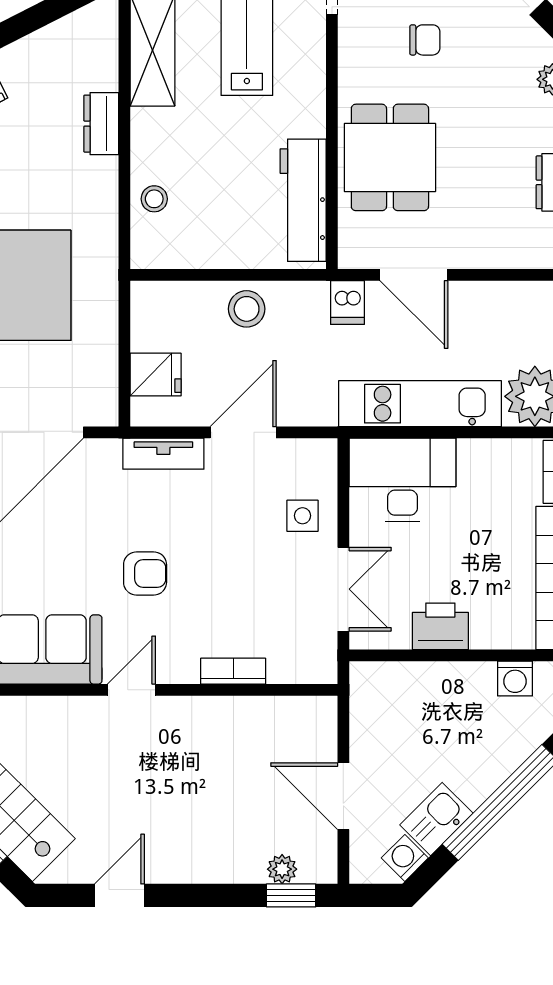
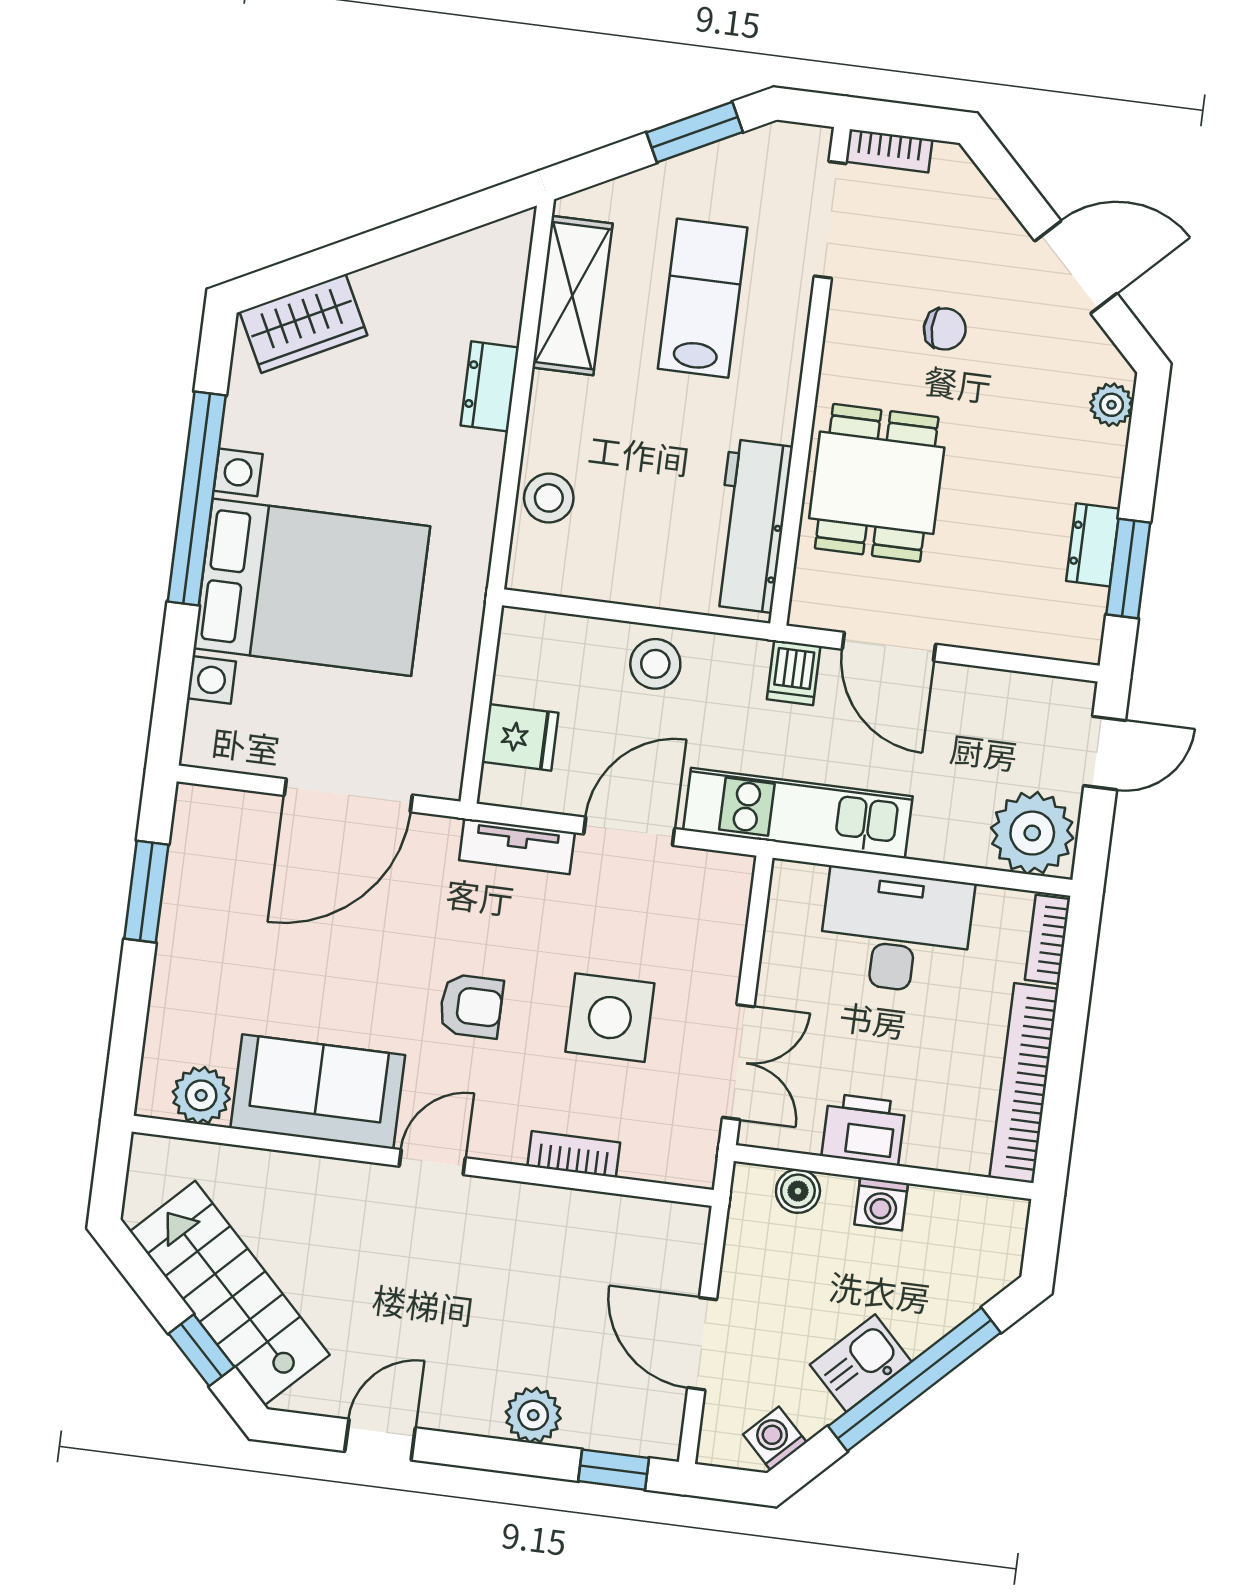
stool: (154, 199) -> (549, 498), width x1.37, depth x1.37
kitchen unit: (420, 404) -> (798, 813), moved
desk: (402, 480) -> (896, 931), moved
side table: (302, 516) -> (610, 1018), moved, width x1.87, depth x1.87
boiler: (399, 677) -> (798, 1191), added
washing machine: (515, 679) -> (881, 1204), moved
kitchen sink: (436, 819) -> (861, 1363), moved
plant: (282, 869) -> (533, 1415), moved, width x1.38, depth x1.38

